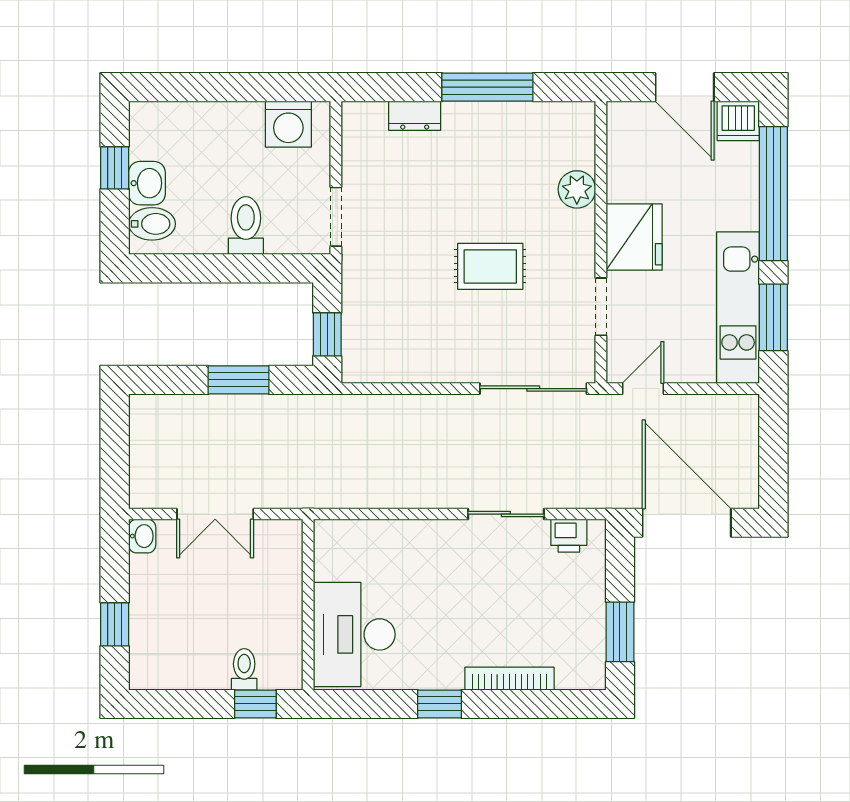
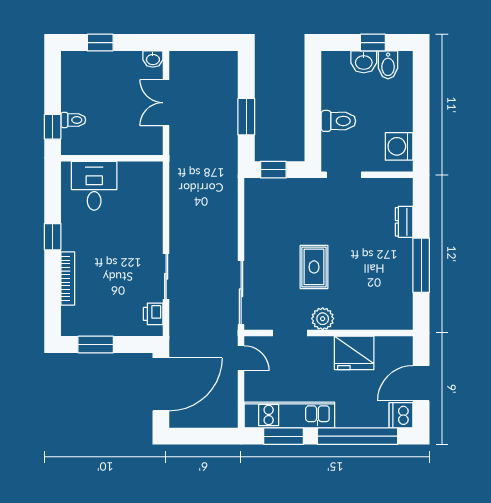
plant: (577, 189) -> (323, 319), moved
bidet: (152, 224) -> (388, 65), moved
fridge: (634, 237) -> (354, 353), moved
desk: (354, 634) -> (94, 186), width x0.73

